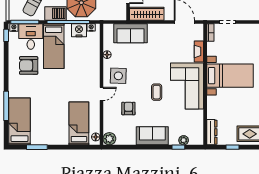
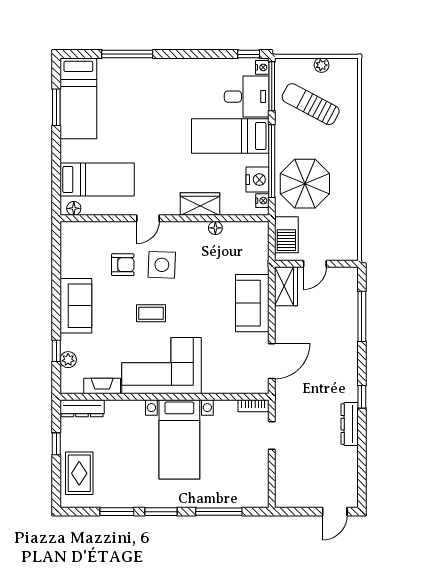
barbecue: (55, 13) -> (286, 235), moved
wardrobe: (147, 14) -> (286, 286), width x0.67
sofa: (130, 33) -> (252, 303), moved
fireplace: (199, 51) -> (102, 386), moved
wardrobe: (93, 64) -> (200, 204), added
armchair: (29, 65) -> (197, 93), removed
side table: (118, 76) -> (162, 265), moved
door: (101, 94) -> (148, 218), hinge flipped
bed: (19, 121) -> (78, 98), moved, turned 90
plant: (109, 139) -> (71, 232), removed

